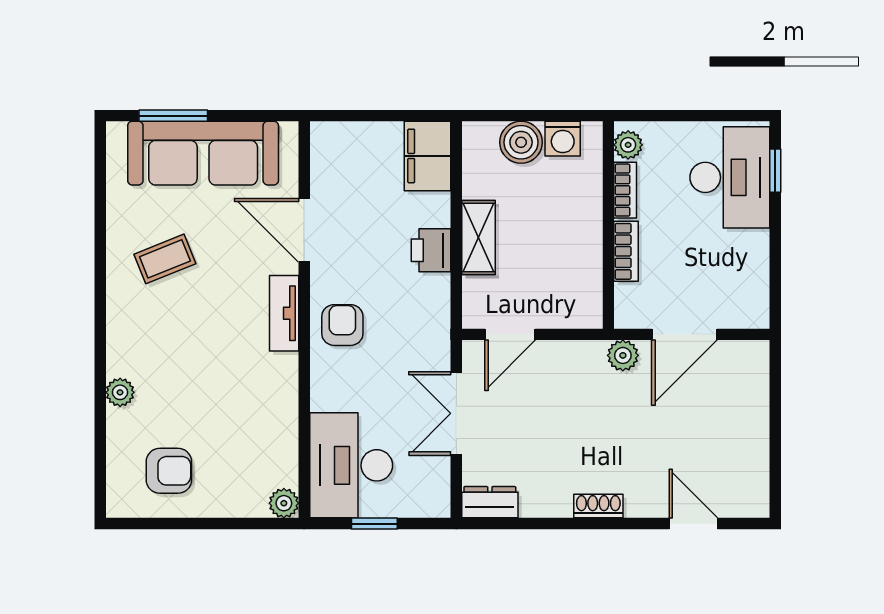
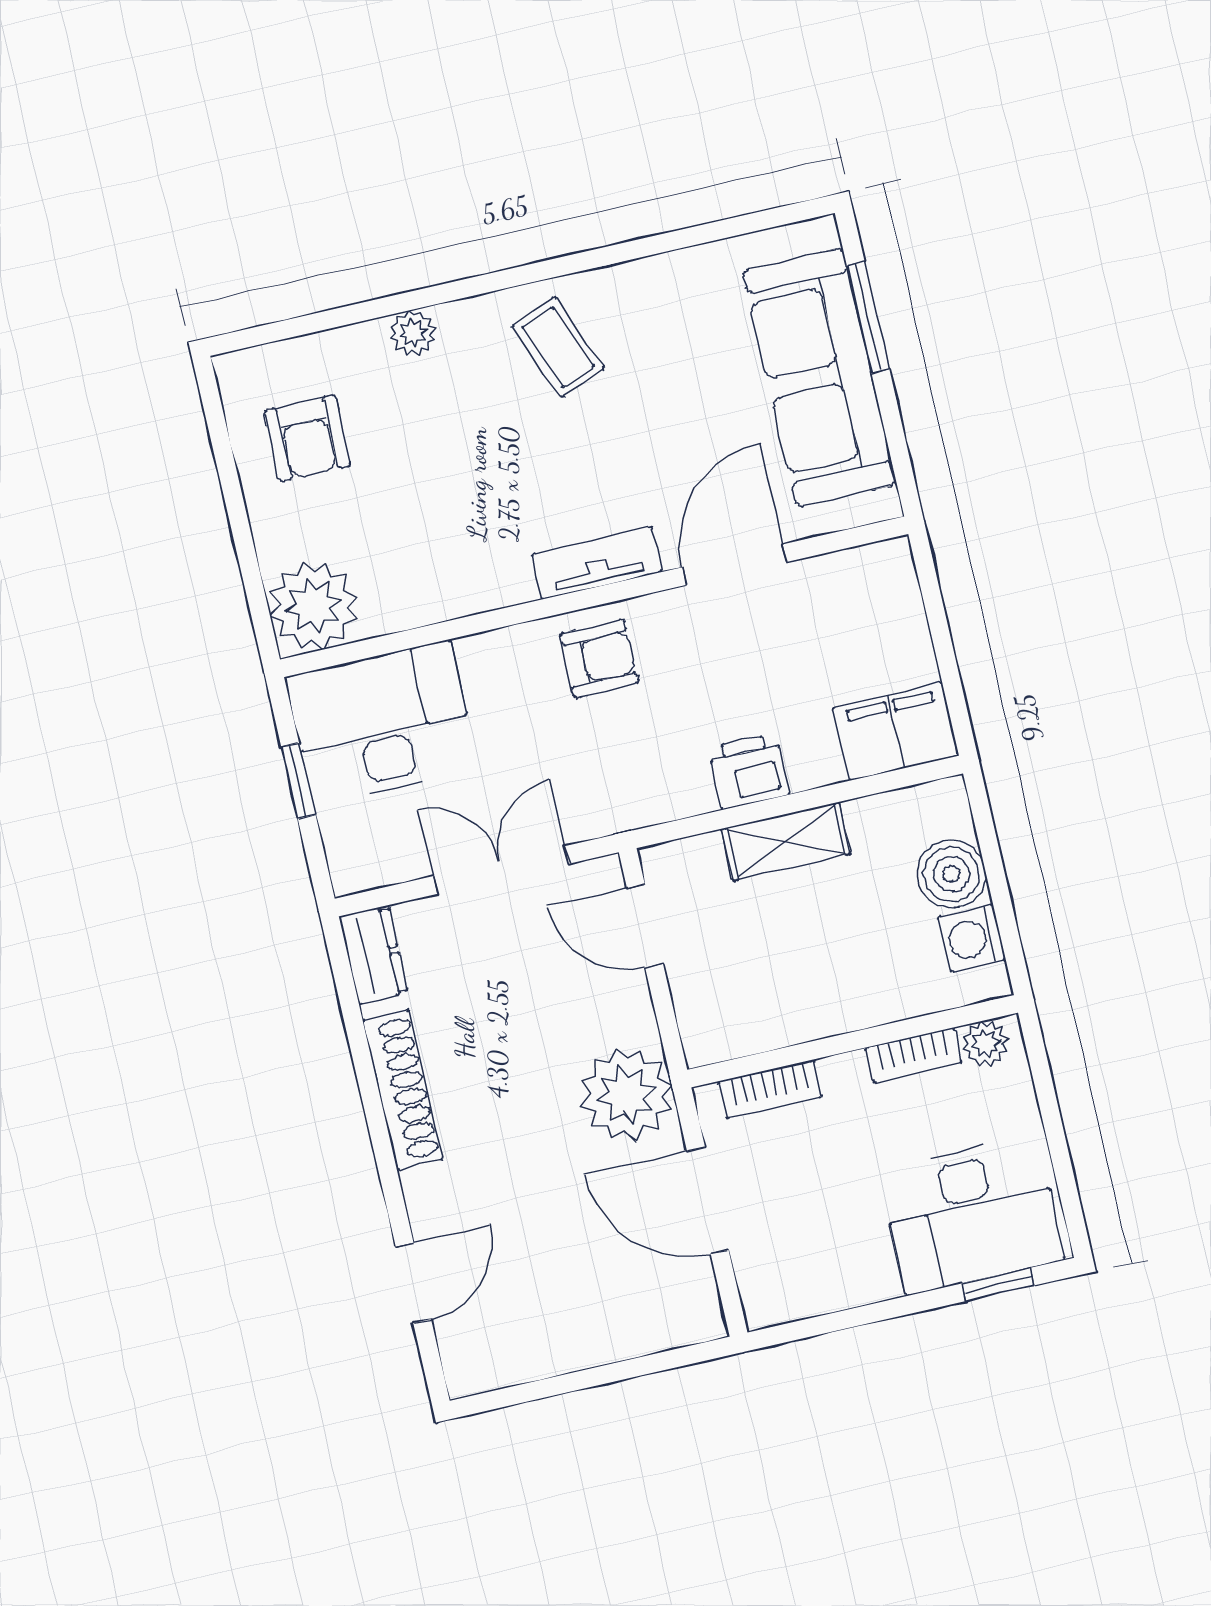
bookcase: (626, 251) -> (770, 1089), moved
coffee table: (165, 259) -> (558, 347), moved
plant: (623, 355) -> (626, 1095), width x1.88, depth x1.88
plant: (284, 503) -> (313, 606), width x1.88, depth x1.88
shoe rack: (598, 506) -> (403, 1090), width x1.94, depth x1.24

